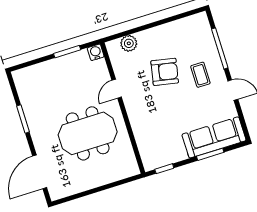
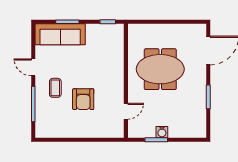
plant: (129, 43) -> (105, 131), removed
water cooler: (96, 52) -> (162, 132), moved
armchair: (165, 72) -> (83, 99), turned -101
door: (117, 89) -> (126, 111), moved

